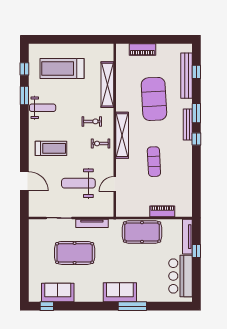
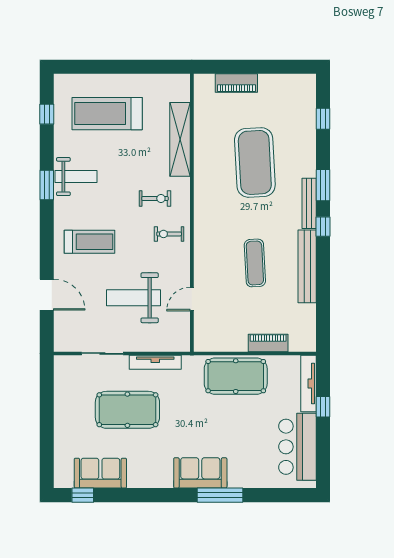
bench: (186, 76) -> (307, 266), moved
window: (24, 96) -> (47, 185), moved
shelving: (122, 135) -> (204, 221), removed

